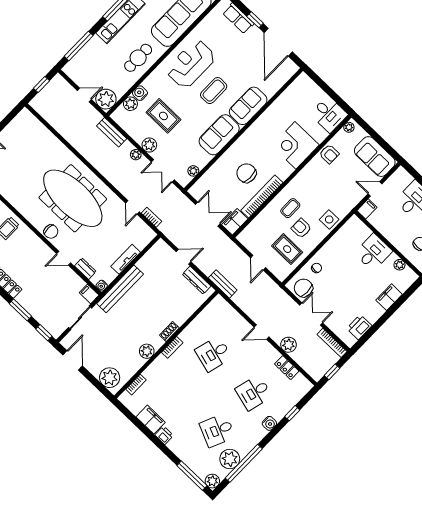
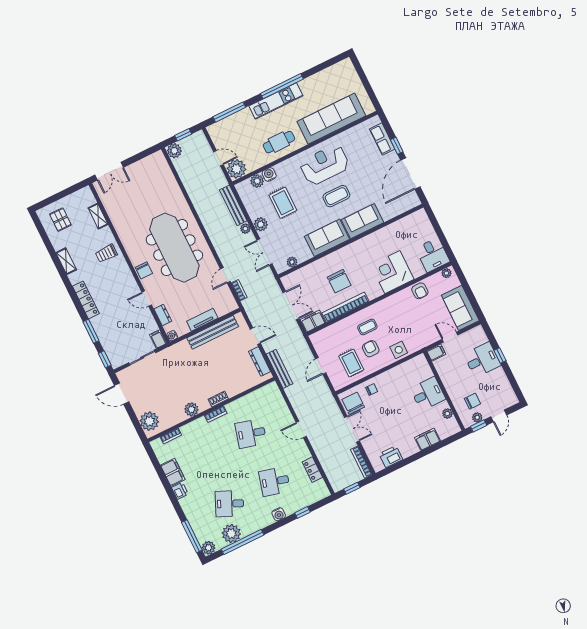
bench: (112, 132) -> (233, 205), width x1.36
chair: (246, 173) -> (339, 281), turned 180
bench: (223, 284) -> (280, 369), width x1.36
bench: (120, 289) -> (213, 332), moved
plant: (288, 345) -> (174, 151), moved
door: (73, 360) -> (122, 394), swing flipped

